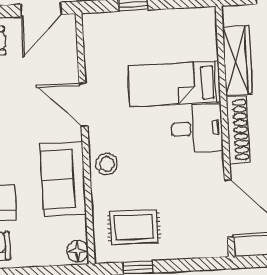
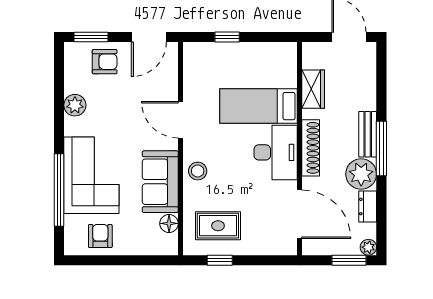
wardrobe: (237, 60) -> (313, 89), width x0.67
desk: (197, 129) -> (276, 152), width x1.37
floor lamp: (77, 251) -> (169, 223), moved

